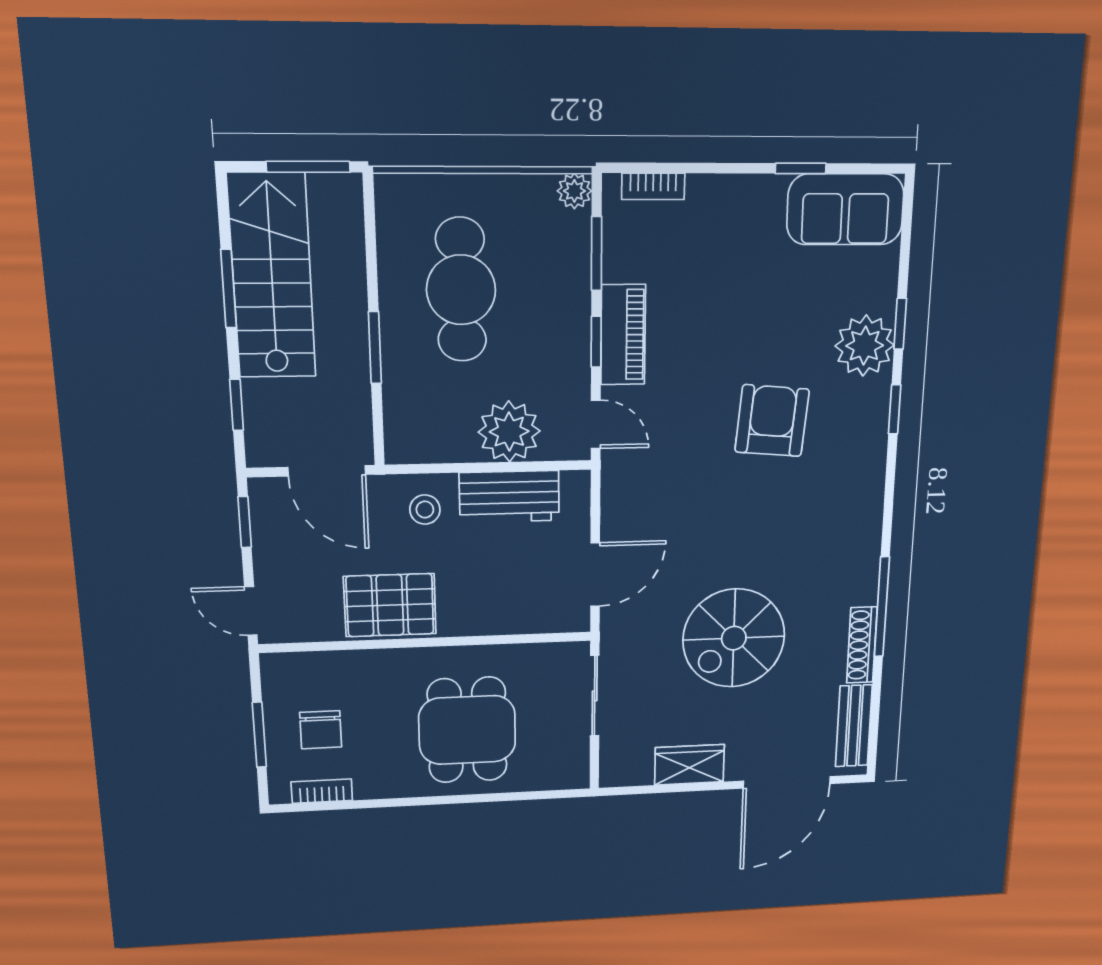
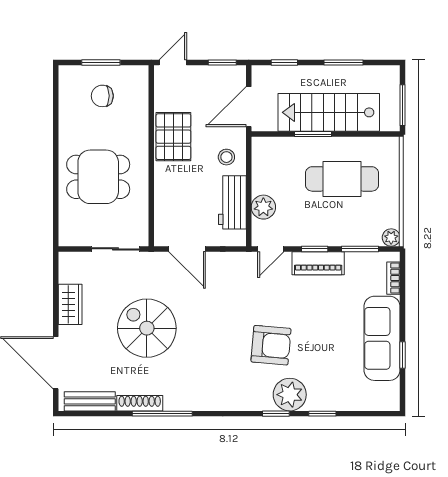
sofa: (845, 209) -> (382, 338), moved, width x1.36
stairs: (272, 276) -> (329, 112), moved, turned 180
plant: (865, 346) -> (290, 395), moved
plant: (509, 432) -> (263, 207), width x0.73, depth x0.73
bookcase: (322, 791) -> (65, 95), removed

